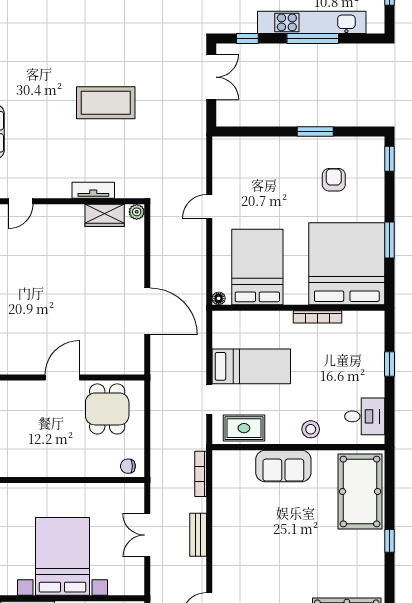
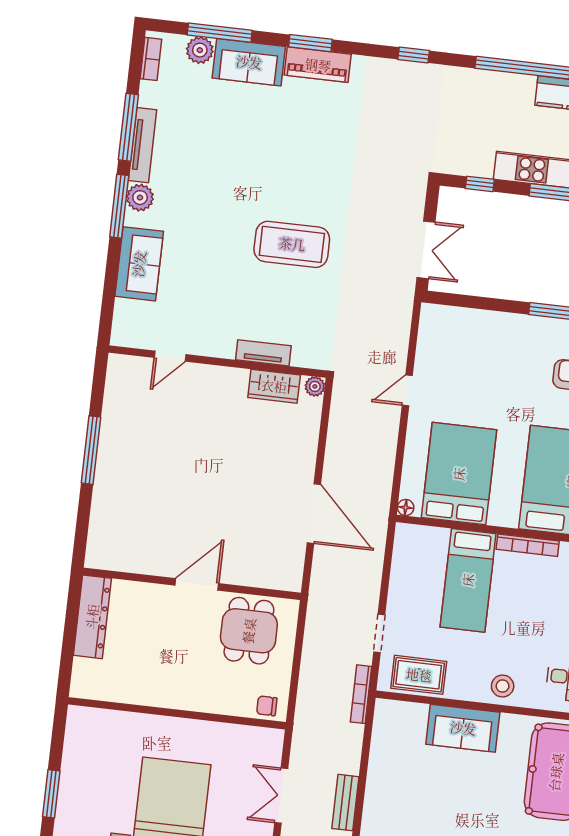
double door: (211, 77) -> (426, 250), moved
bed: (251, 366) -> (468, 580), moved, turned 90
bookcase: (201, 474) -> (361, 694), moved

